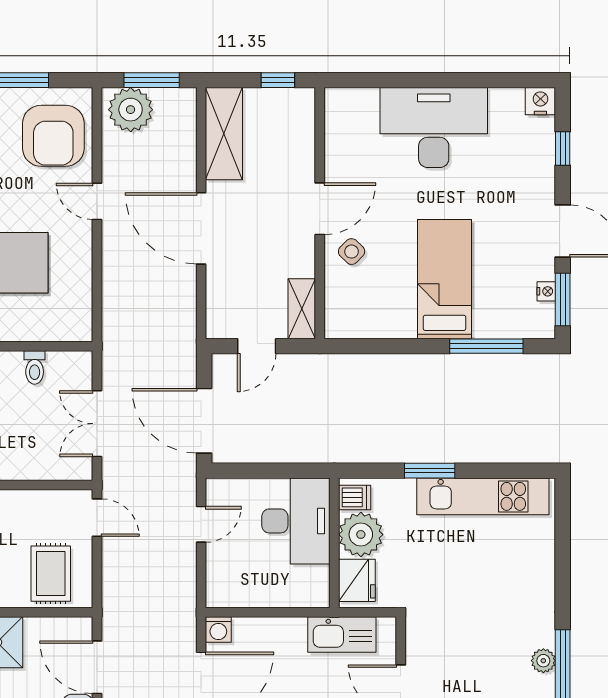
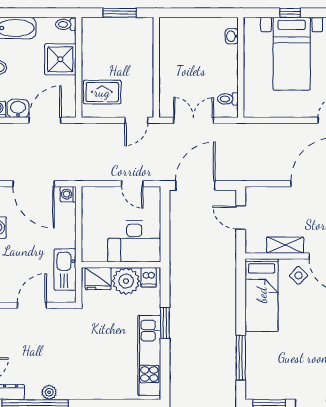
bed: (445, 279) -> (262, 295), moved, turned 90
nightstand: (546, 291) -> (274, 394), removed
shelving: (302, 309) -> (285, 245), moved
toilet: (35, 367) -> (228, 99), moved

